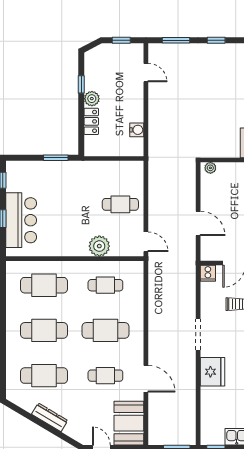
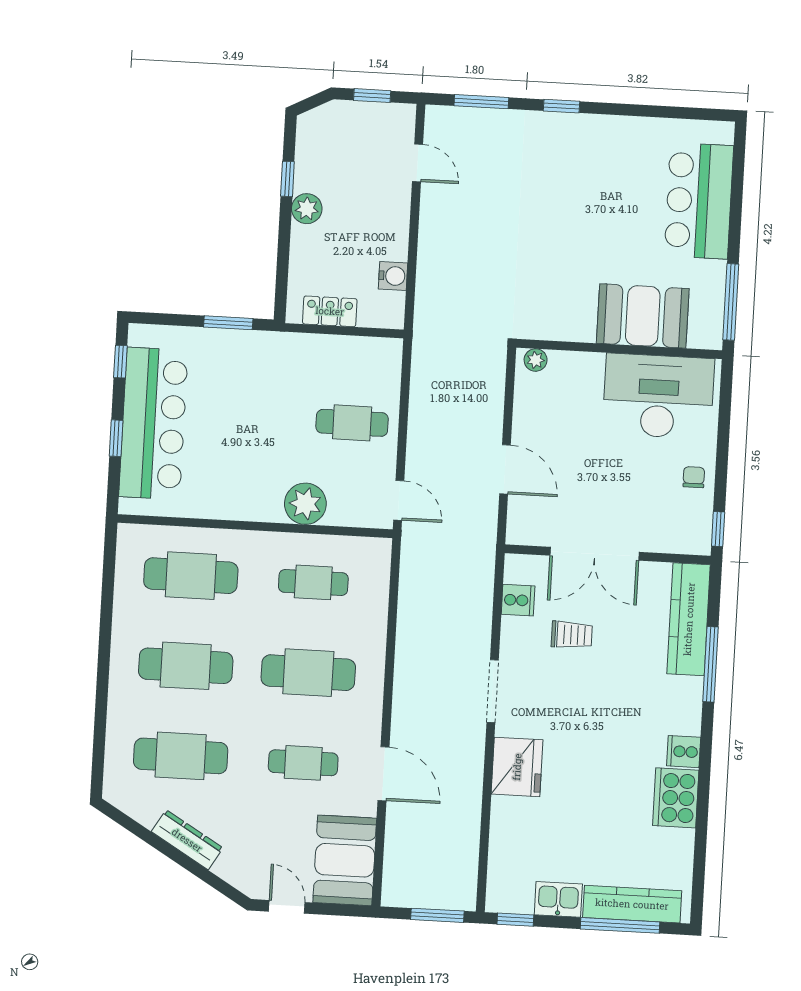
locker: (91, 121) -> (330, 311), moved, turned -90
bar counter: (21, 220) -> (153, 423), width x1.36
cooker: (208, 273) -> (518, 600), moved, turned -90

